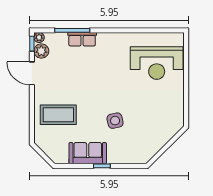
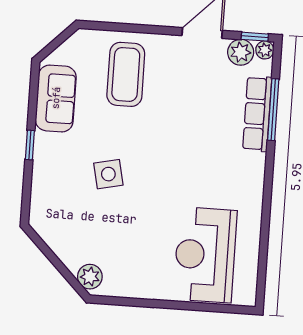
row of seats: (82, 39) -> (257, 114), width x1.48
plant: (173, 127) -> (90, 277), added
sofa: (88, 153) -> (56, 98), moved

